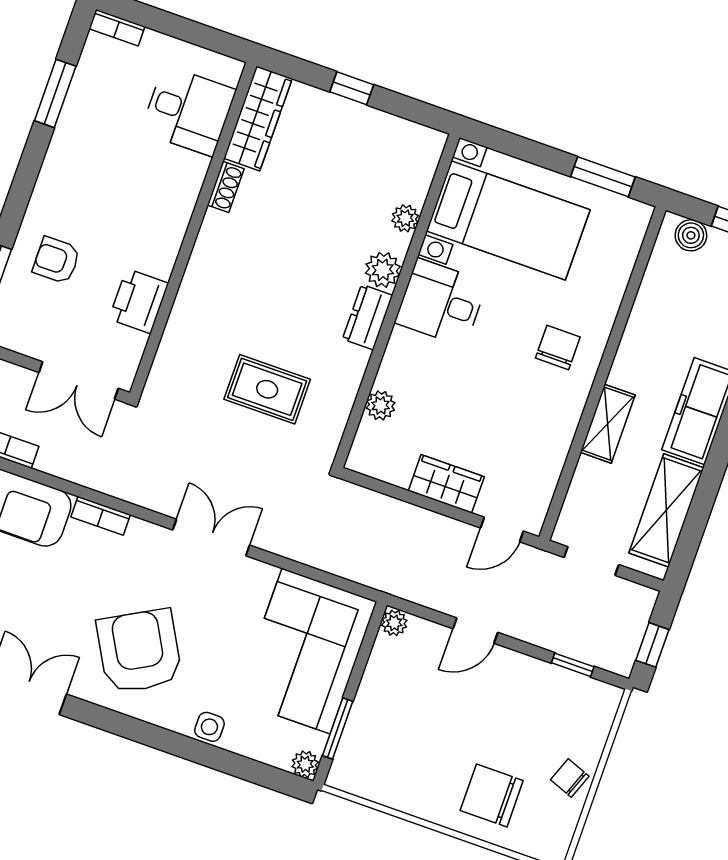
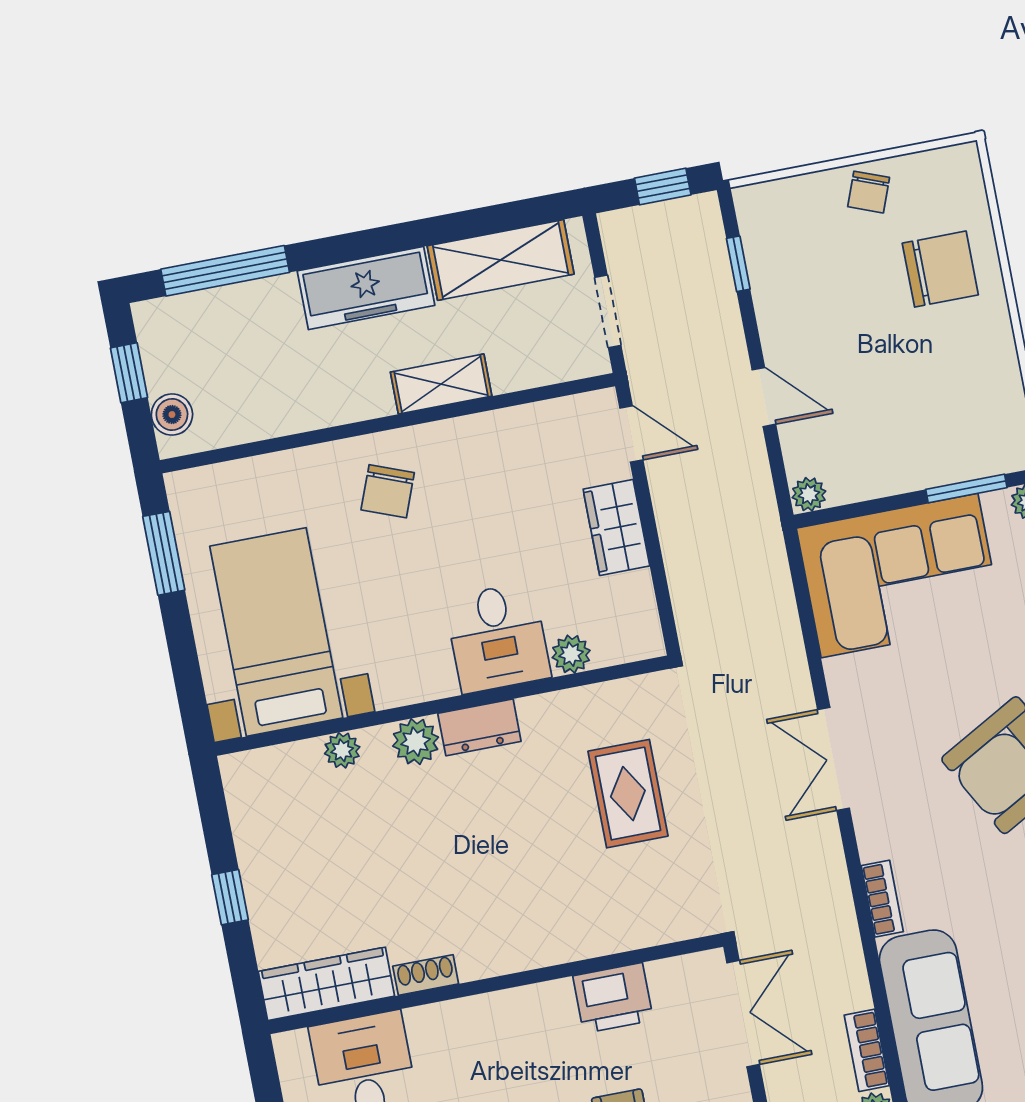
desk: (441, 303) -> (498, 638), moved
chair: (558, 348) -> (388, 491), turned -69
chair: (492, 796) -> (940, 269), turned -90

